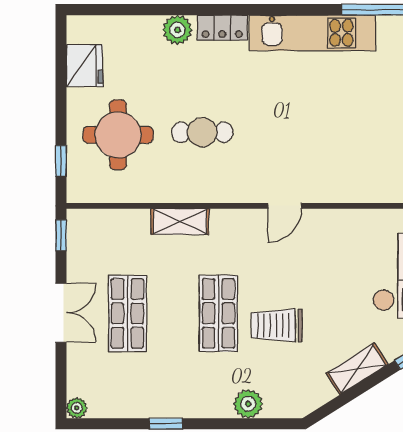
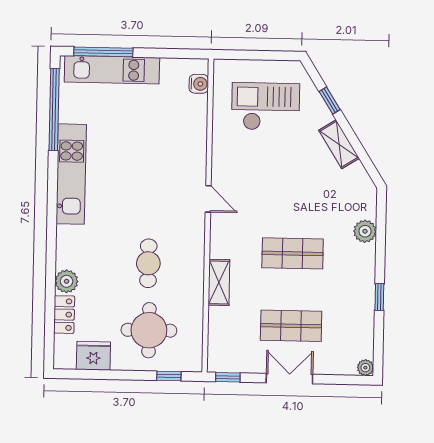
locker: (222, 28) -> (64, 315), moved
trolley: (277, 325) -> (303, 207), removed

